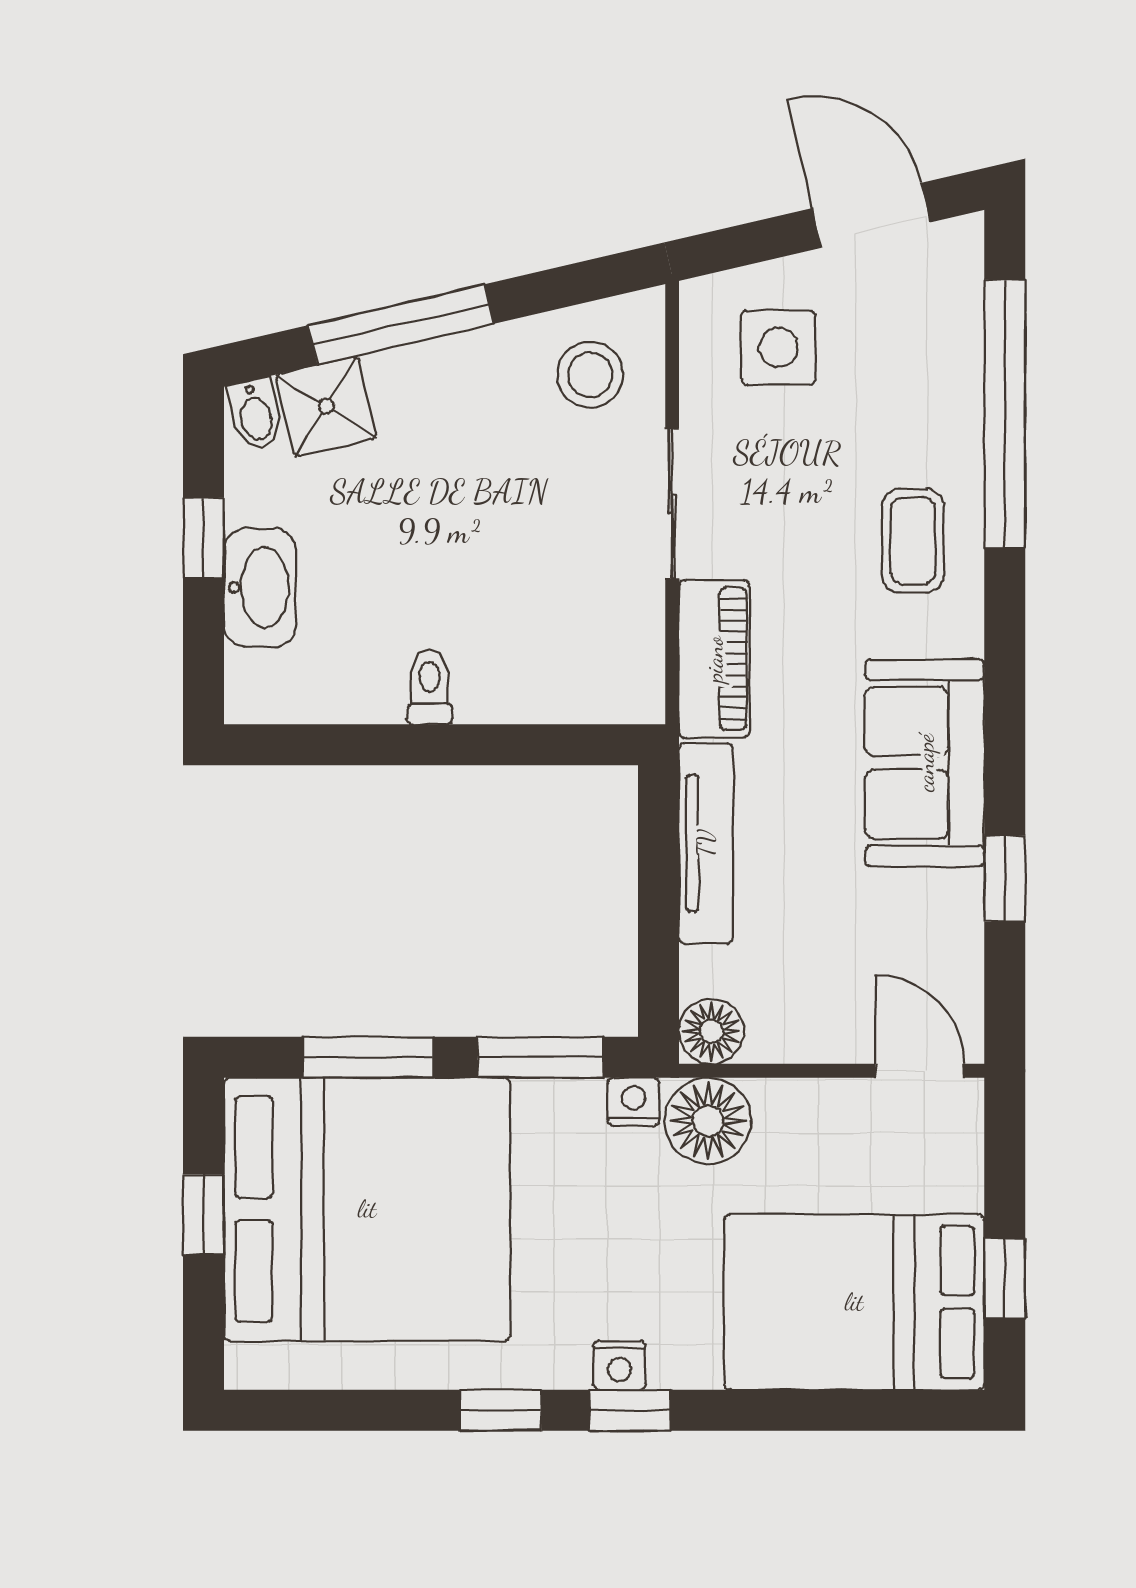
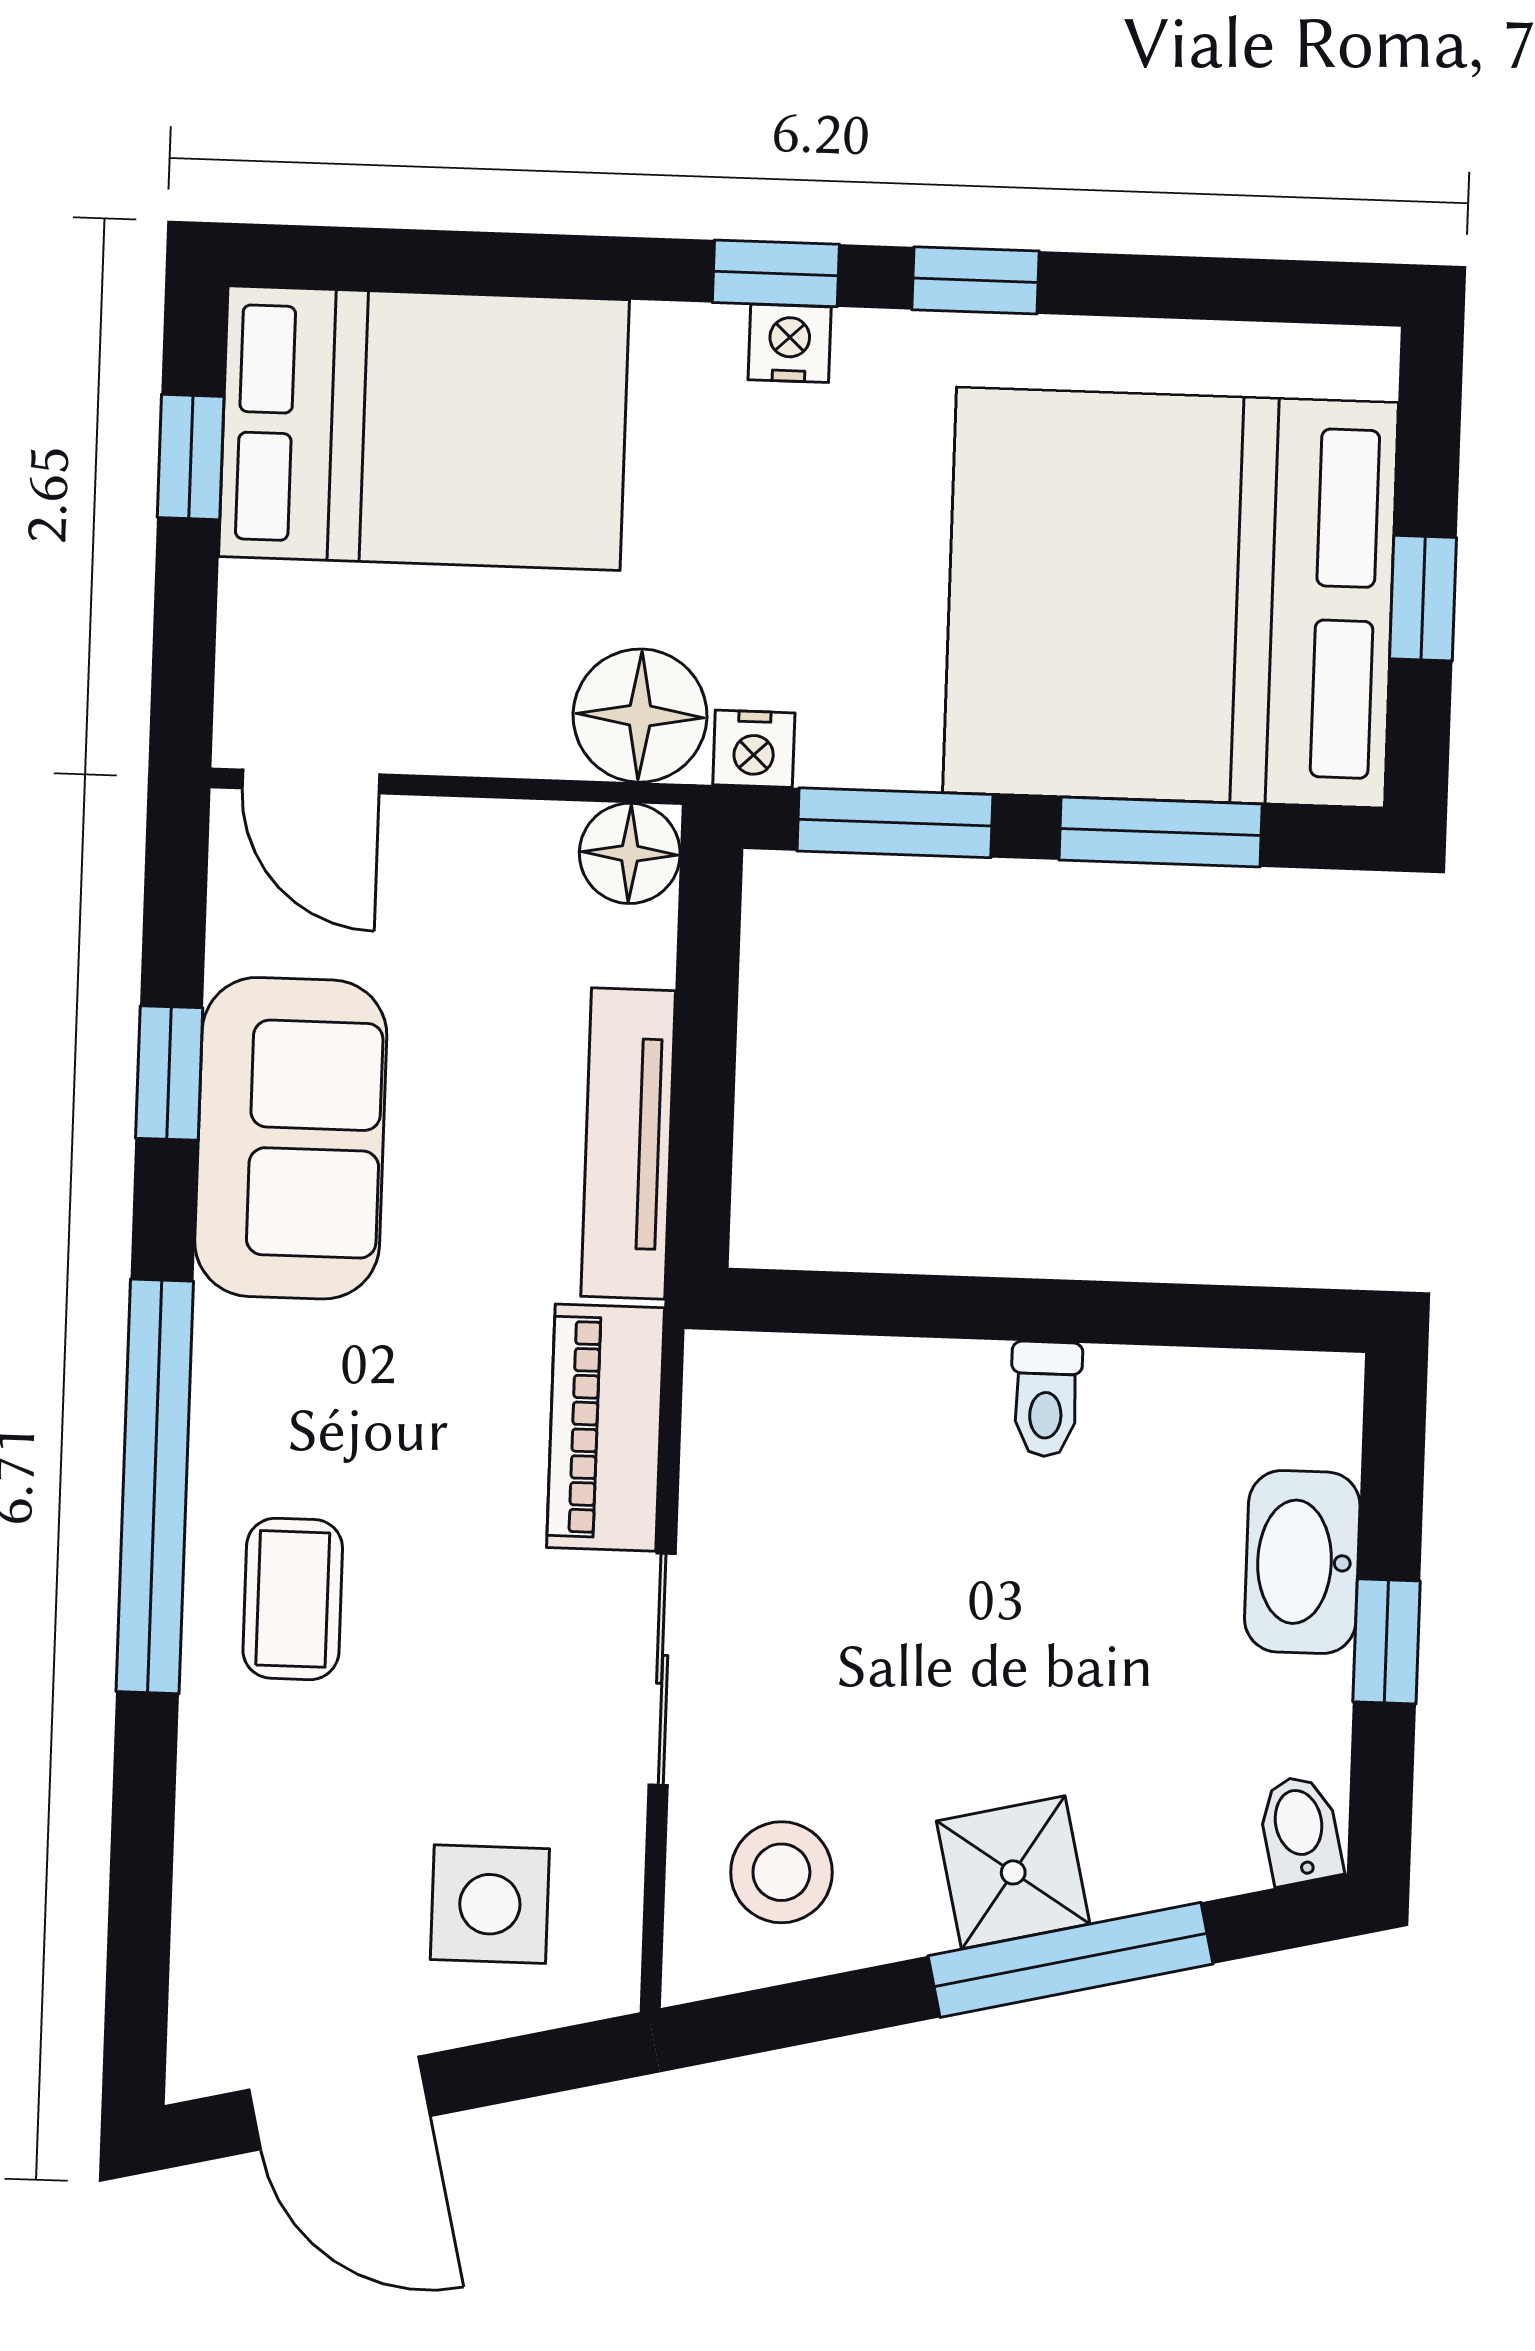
shower: (326, 406) -> (1013, 1872), moved
window: (1005, 414) -> (155, 1486), moved
sofa: (925, 763) -> (291, 1138), moved

